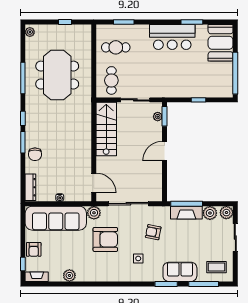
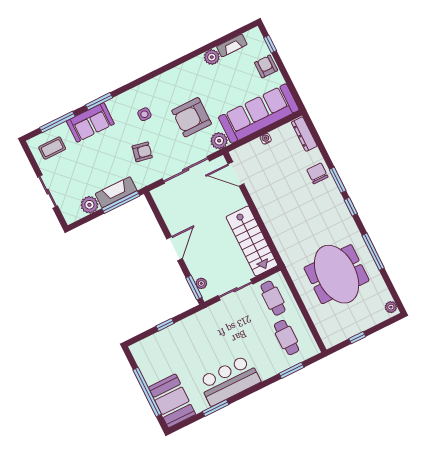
cafe table: (116, 47) -> (286, 338), turned 90
window: (235, 73) -> (147, 392), moved
plant: (226, 213) -> (71, 214), removed
fireplace: (37, 277) -> (232, 45), moved

